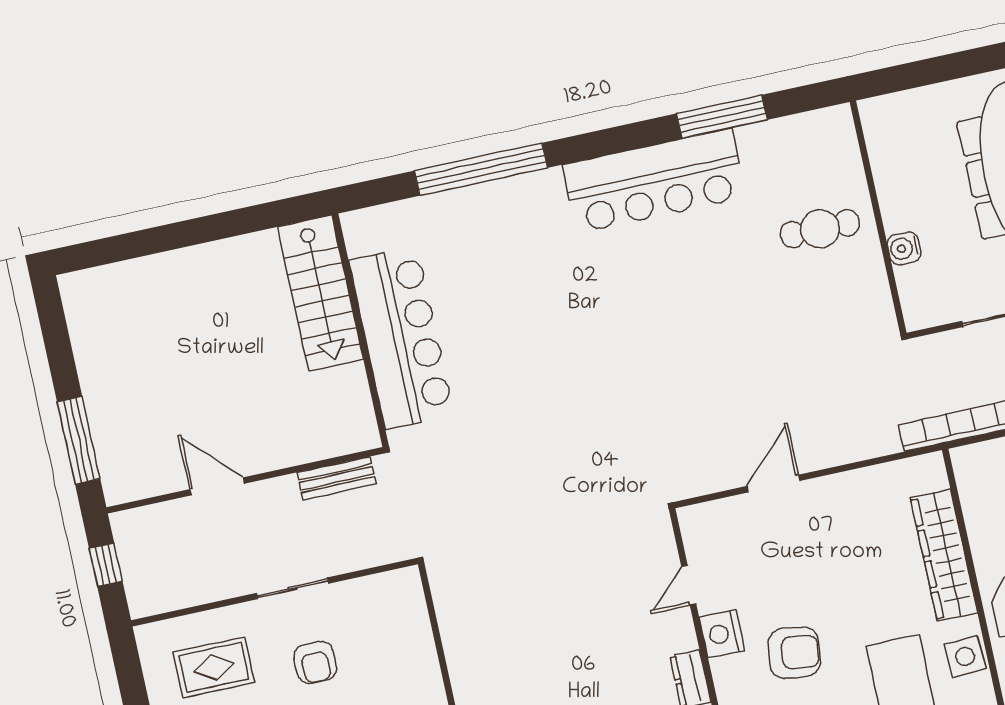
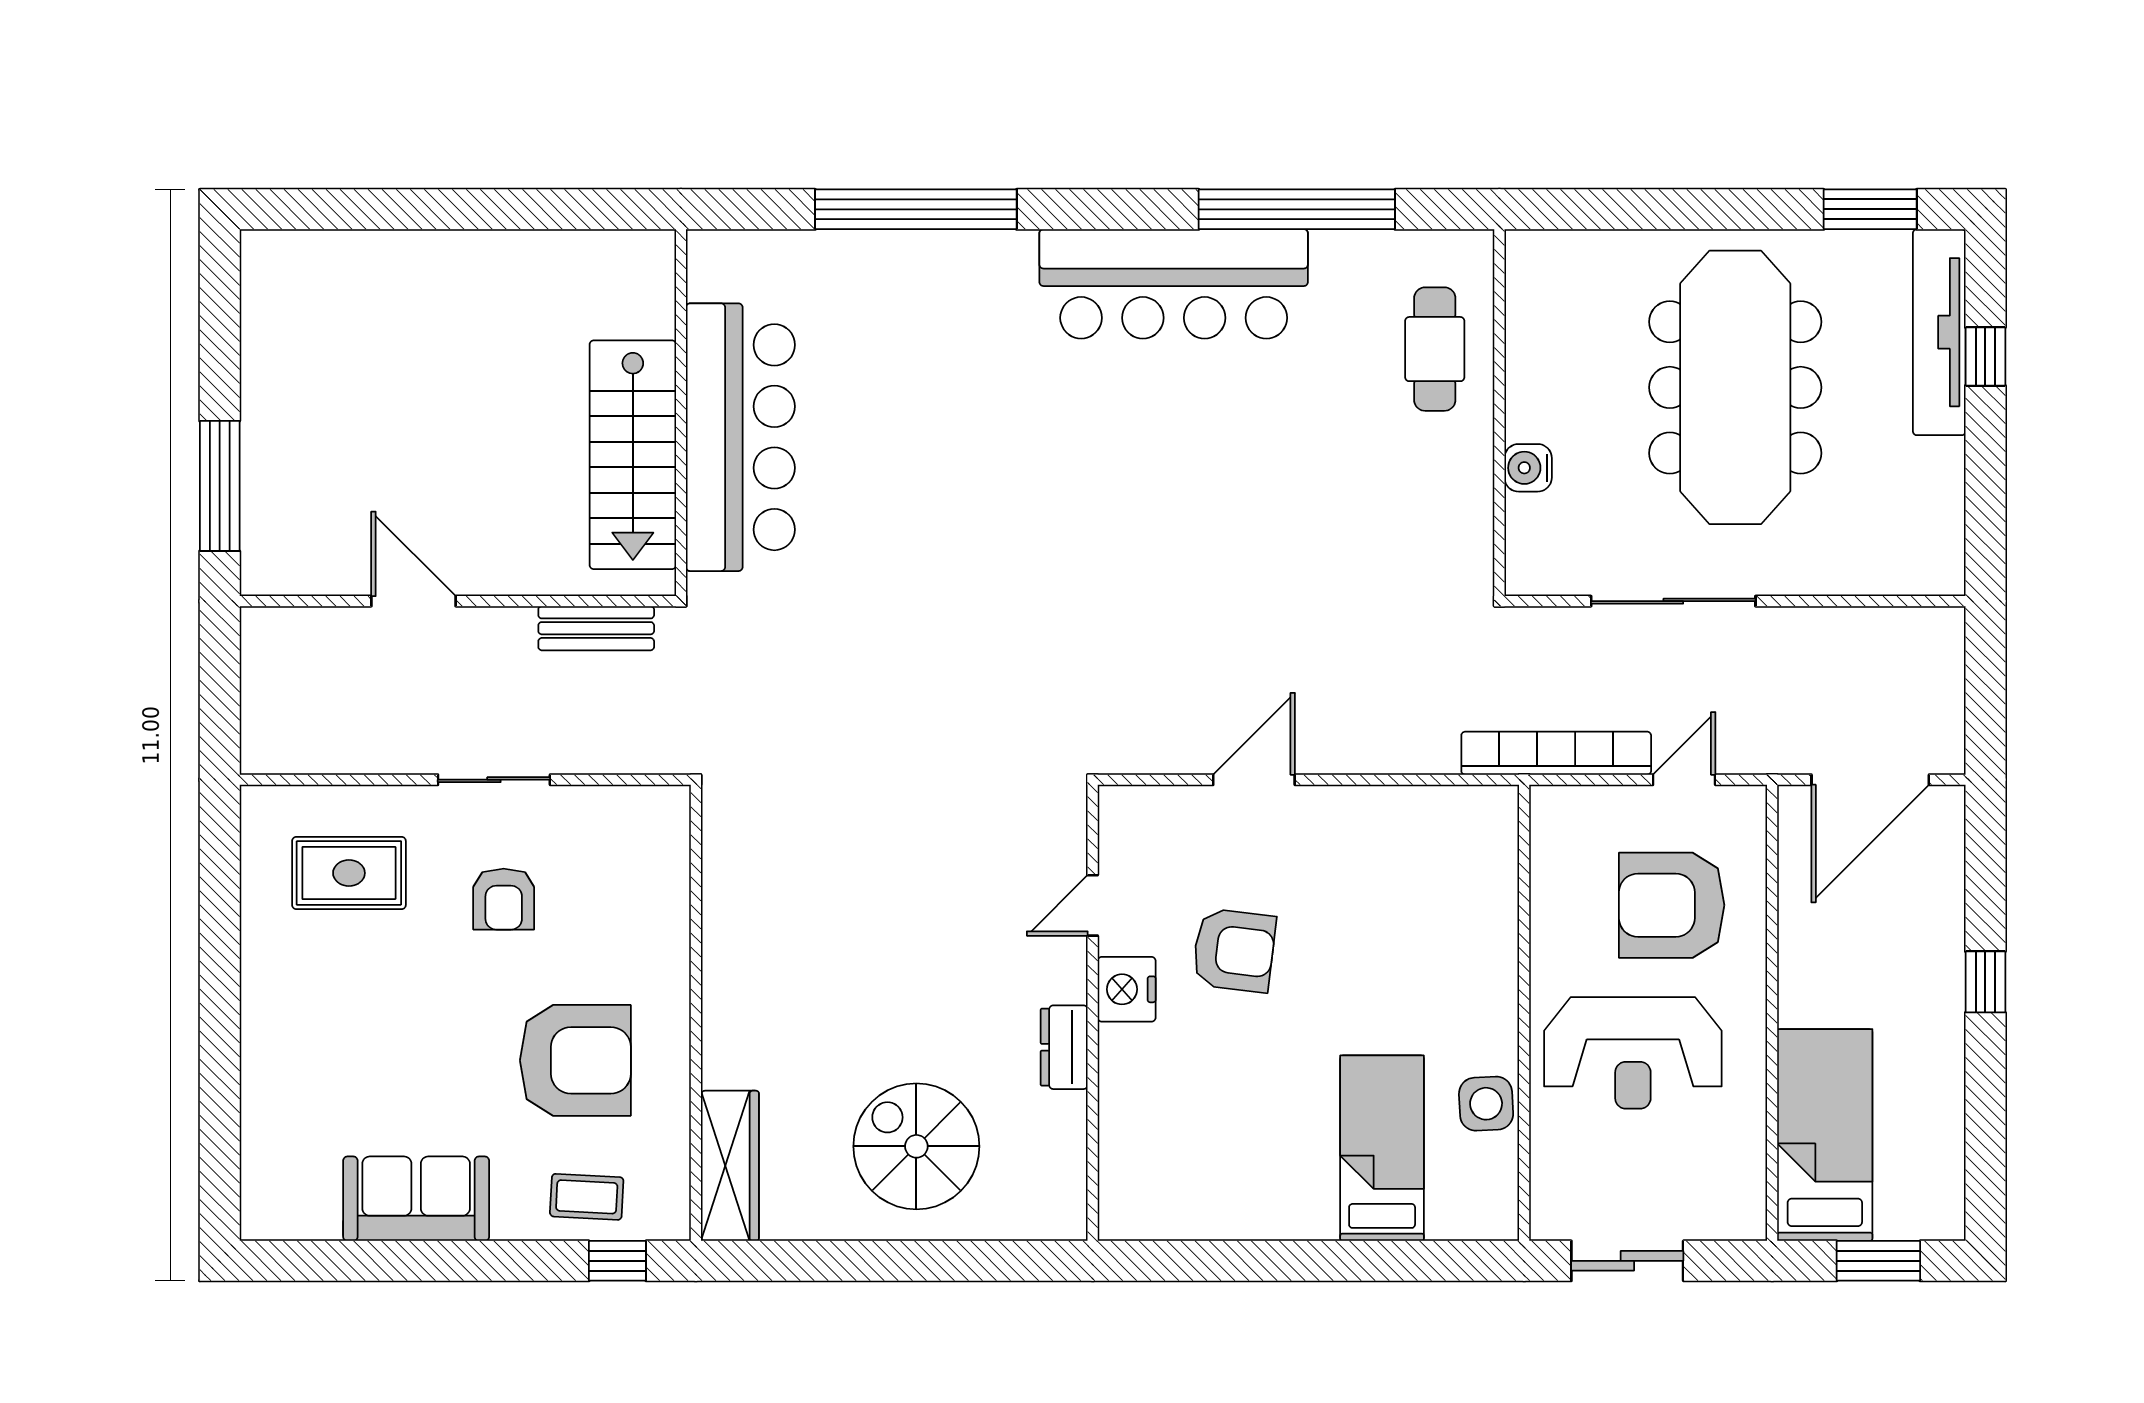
window: (722, 117) -> (1297, 209), width x1.46
cafe table: (820, 229) -> (1435, 349), moved, turned 90
stairs: (320, 293) -> (633, 455), moved
wardrobe: (944, 555) -> (1488, 944), removed
window: (106, 565) -> (220, 683), removed
armchair: (794, 653) -> (1234, 950), moved

